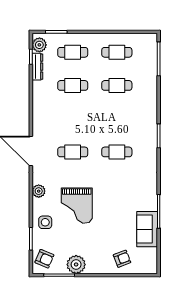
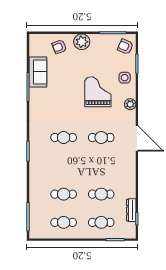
plant: (39, 45) -> (130, 229), removed
plant: (76, 264) -> (82, 42), moved

